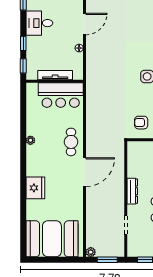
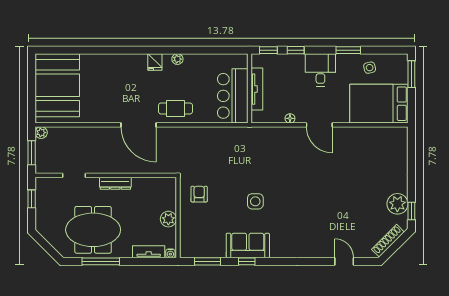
fridge: (35, 188) -> (155, 62), moved, width x0.53, depth x0.75

